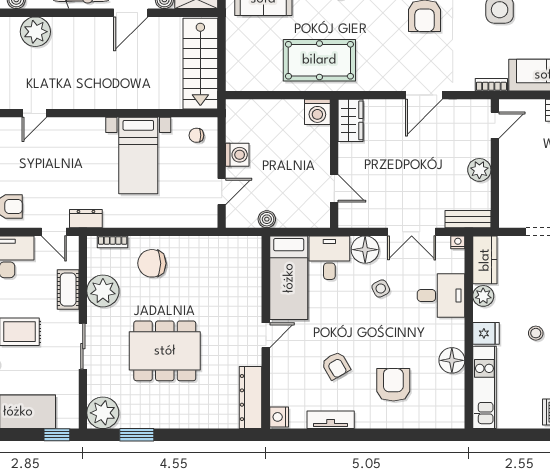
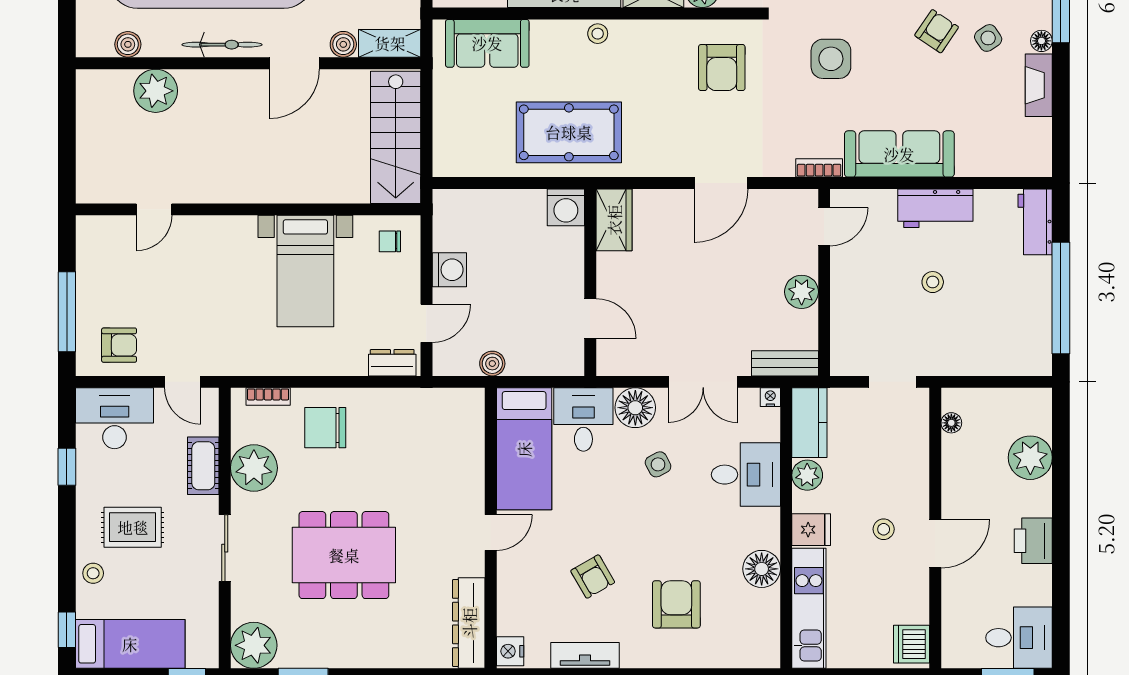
dresser: (86, 219) -> (392, 363), moved

